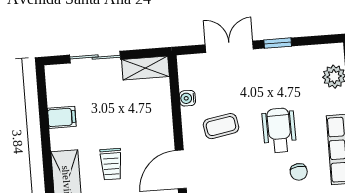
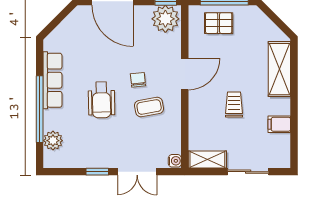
water cooler: (187, 98) -> (175, 161), moved
trolley: (111, 164) -> (234, 105), moved
chair: (299, 172) -> (138, 80), moved

